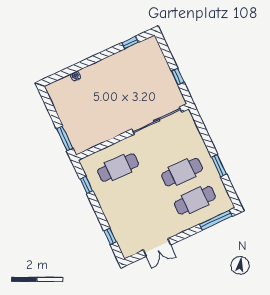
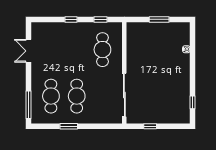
window: (65, 138) -> (159, 19), moved
window: (110, 236) -> (71, 19), moved

